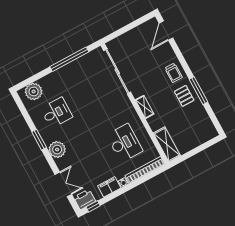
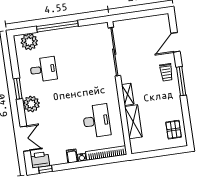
door: (166, 31) -> (176, 42), moved
window: (69, 59) -> (57, 26), moved
window: (199, 91) -> (181, 81), moved
pallet: (184, 96) -> (174, 130), moved
shelving: (167, 144) -> (133, 122), moved
filing cabinet: (109, 187) -> (72, 156), width x0.50

